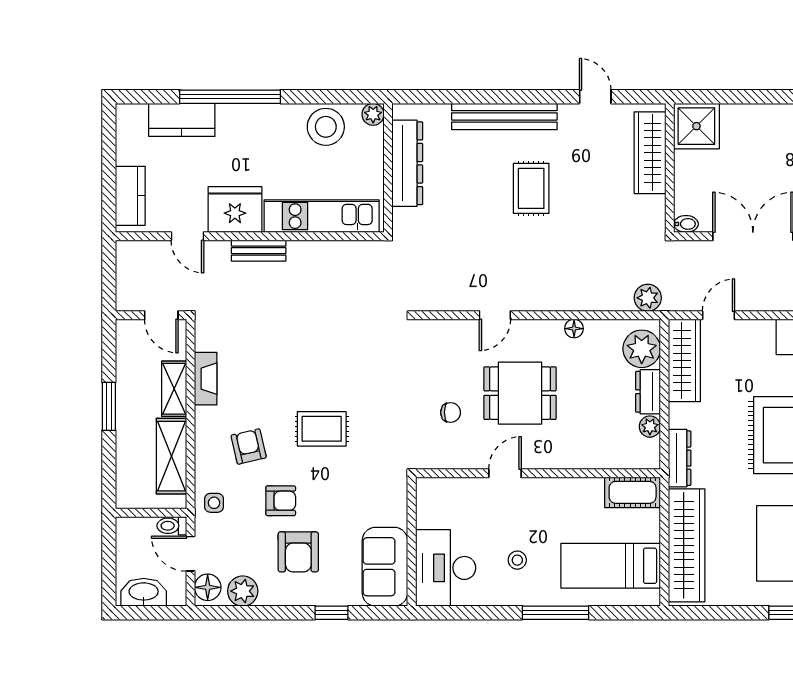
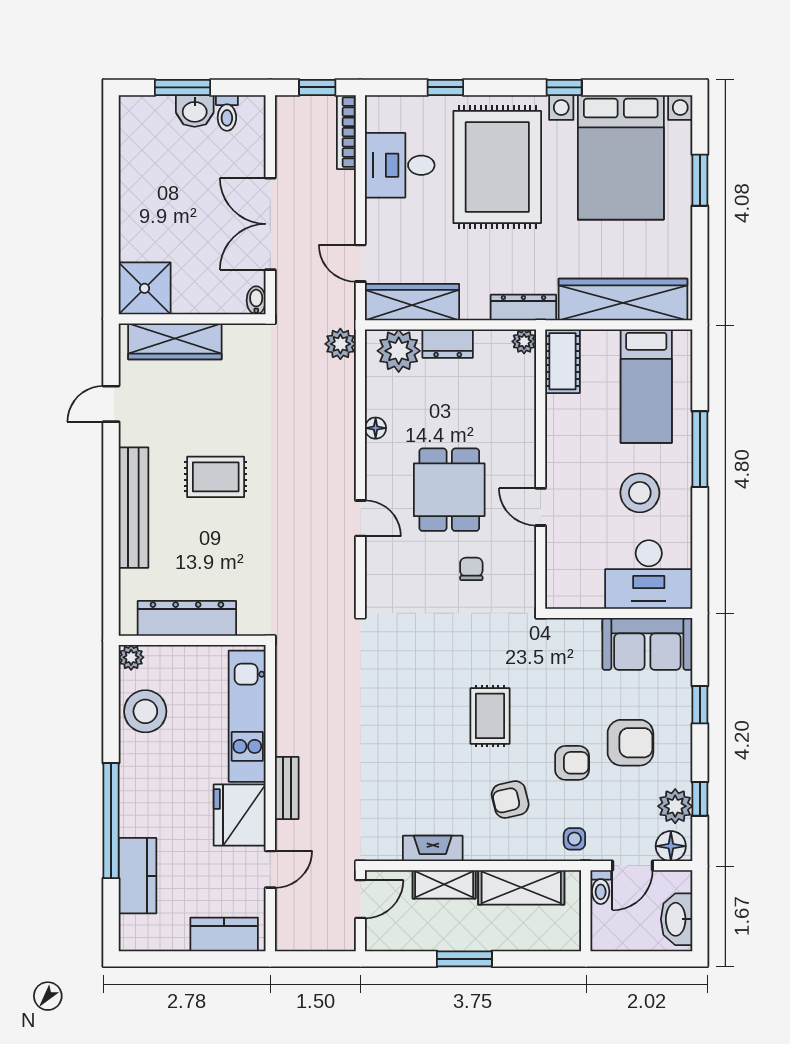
plant: (650, 427) -> (524, 341), moved
armchair: (281, 501) -> (572, 763), turned 90
stool: (517, 560) -> (640, 493), width x1.89, depth x1.89
window: (249, 613) -> (700, 799), added

